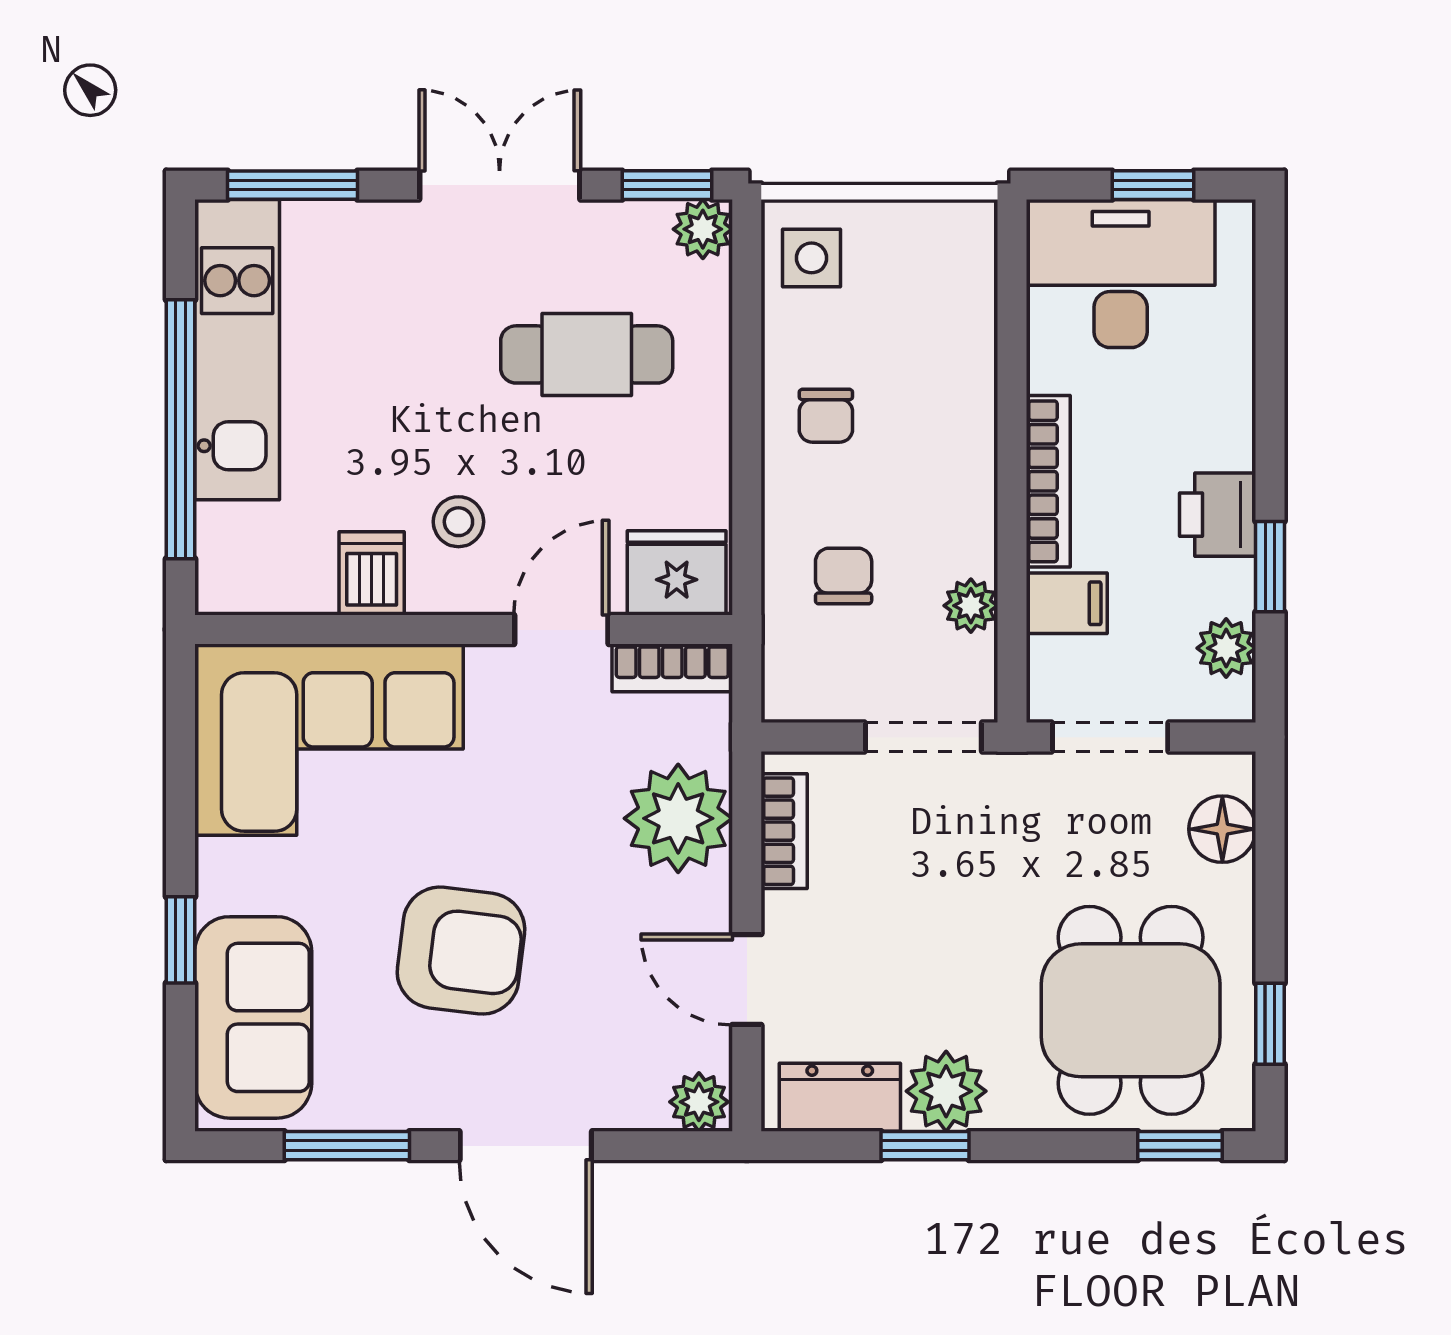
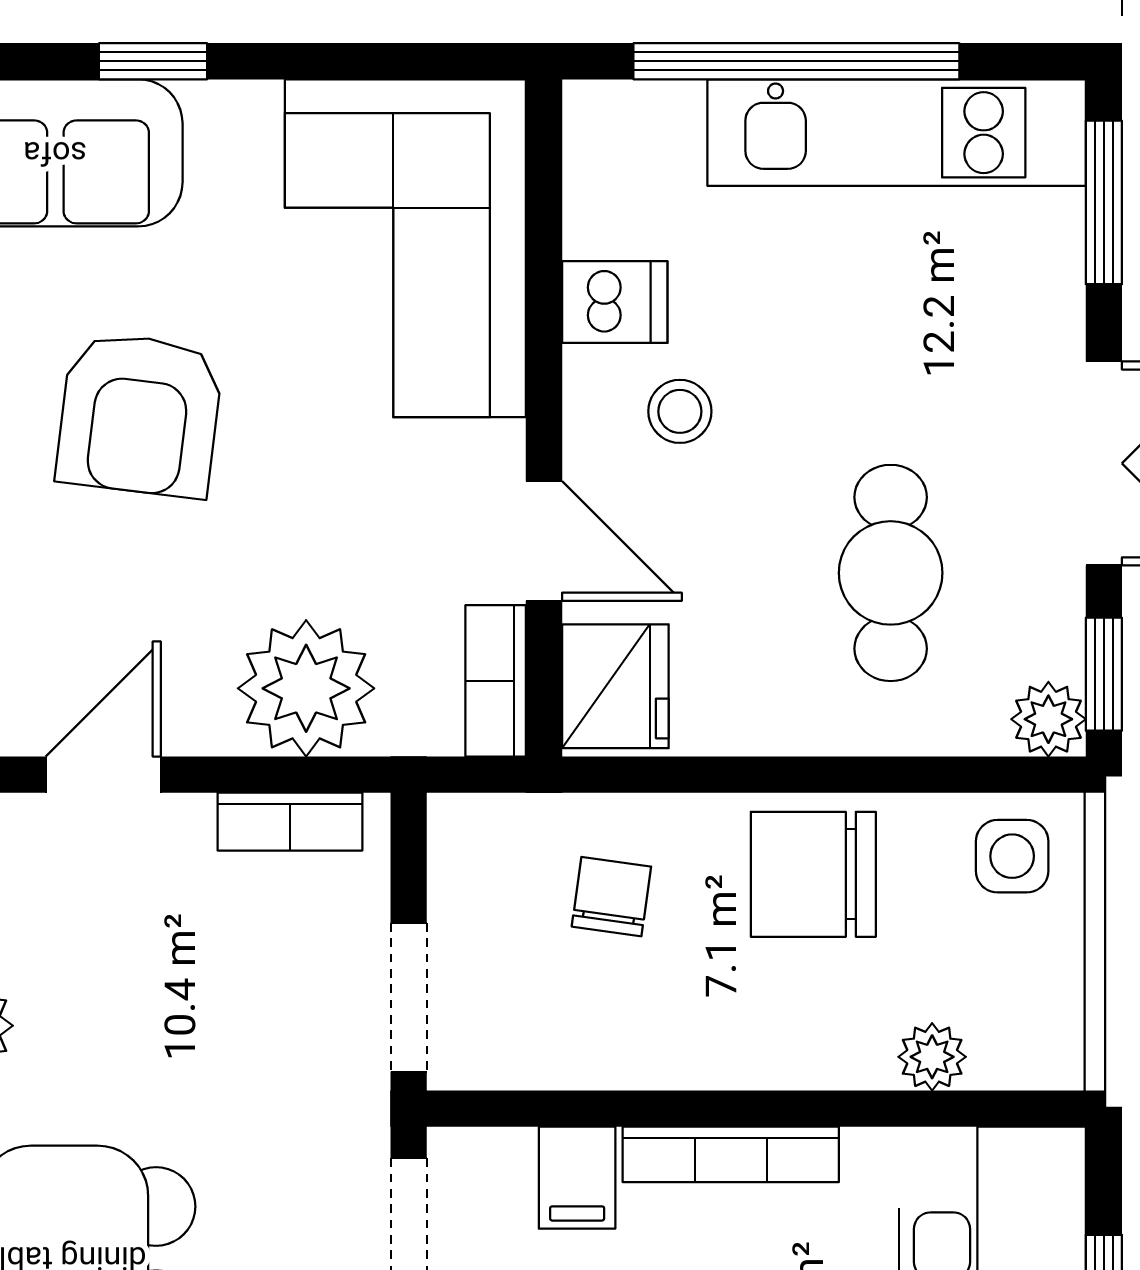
chair: (826, 416) -> (813, 874), width x1.87, depth x1.87
chair: (844, 576) -> (611, 897), turned -82
plant: (971, 606) -> (932, 1057), moved

